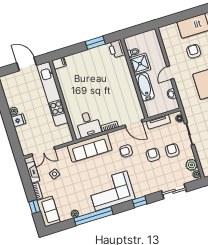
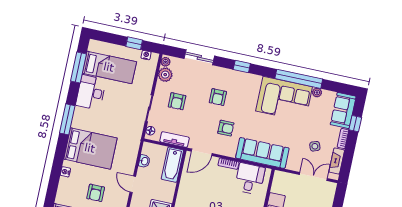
door: (170, 73) -> (133, 184), swing flipped
bathtub: (145, 87) -> (172, 165), moved
door: (134, 124) -> (202, 152), swing flipped
armchair: (153, 155) -> (218, 97), moved
corner sofa: (111, 191) -> (284, 99), moved

